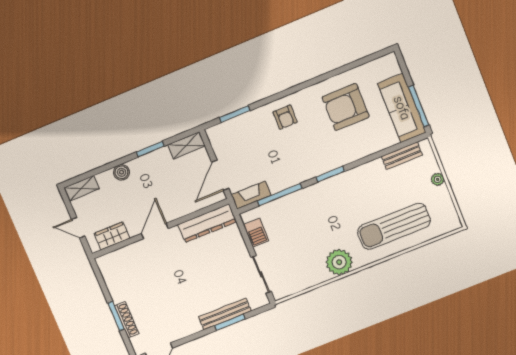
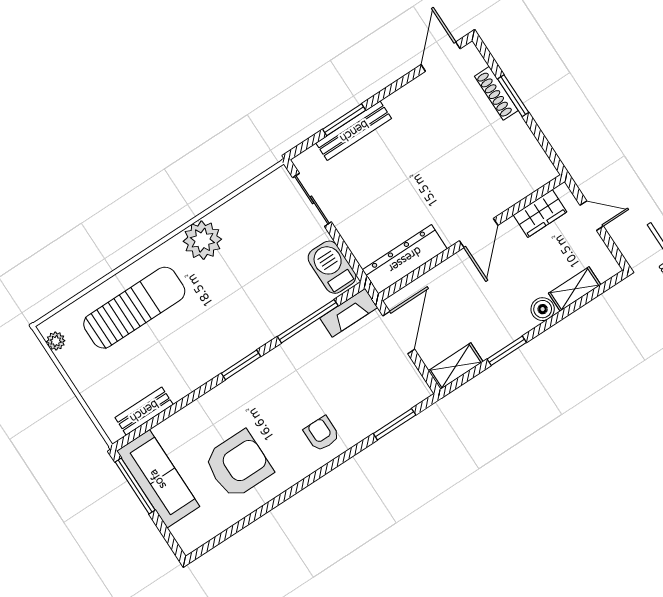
plant: (438, 179) -> (56, 341), moved
shelving: (82, 188) -> (575, 289), moved
barbecue: (256, 233) -> (332, 267), width x1.38, depth x1.27

